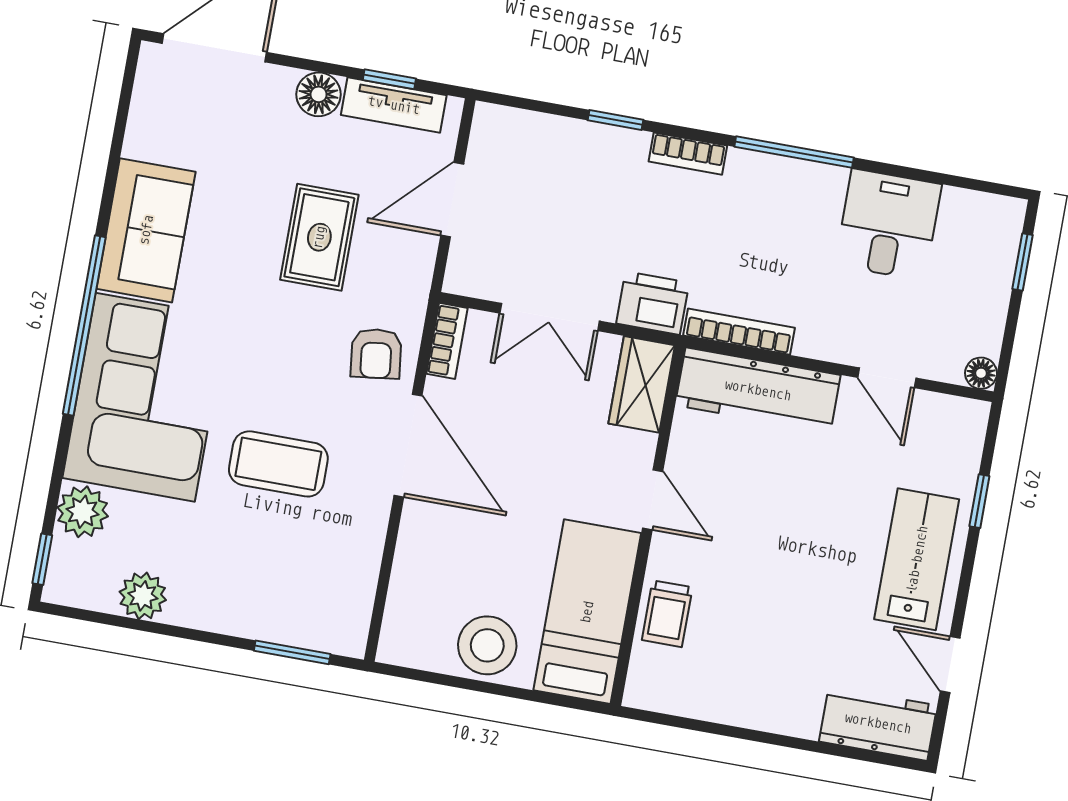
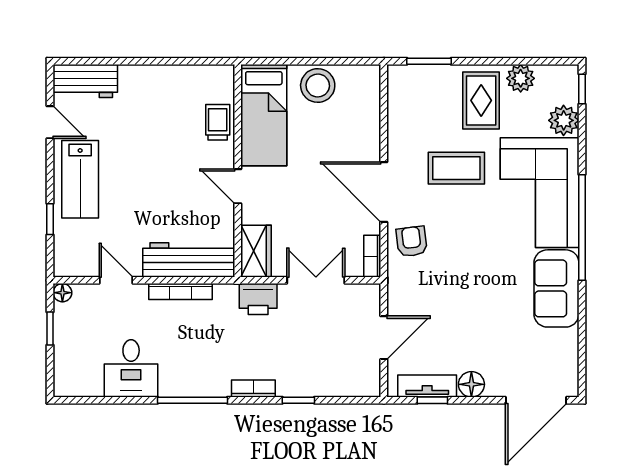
rug: (319, 237) -> (481, 100), moved
window: (1022, 262) -> (50, 329), moved
bookcase: (739, 332) -> (180, 292), moved

